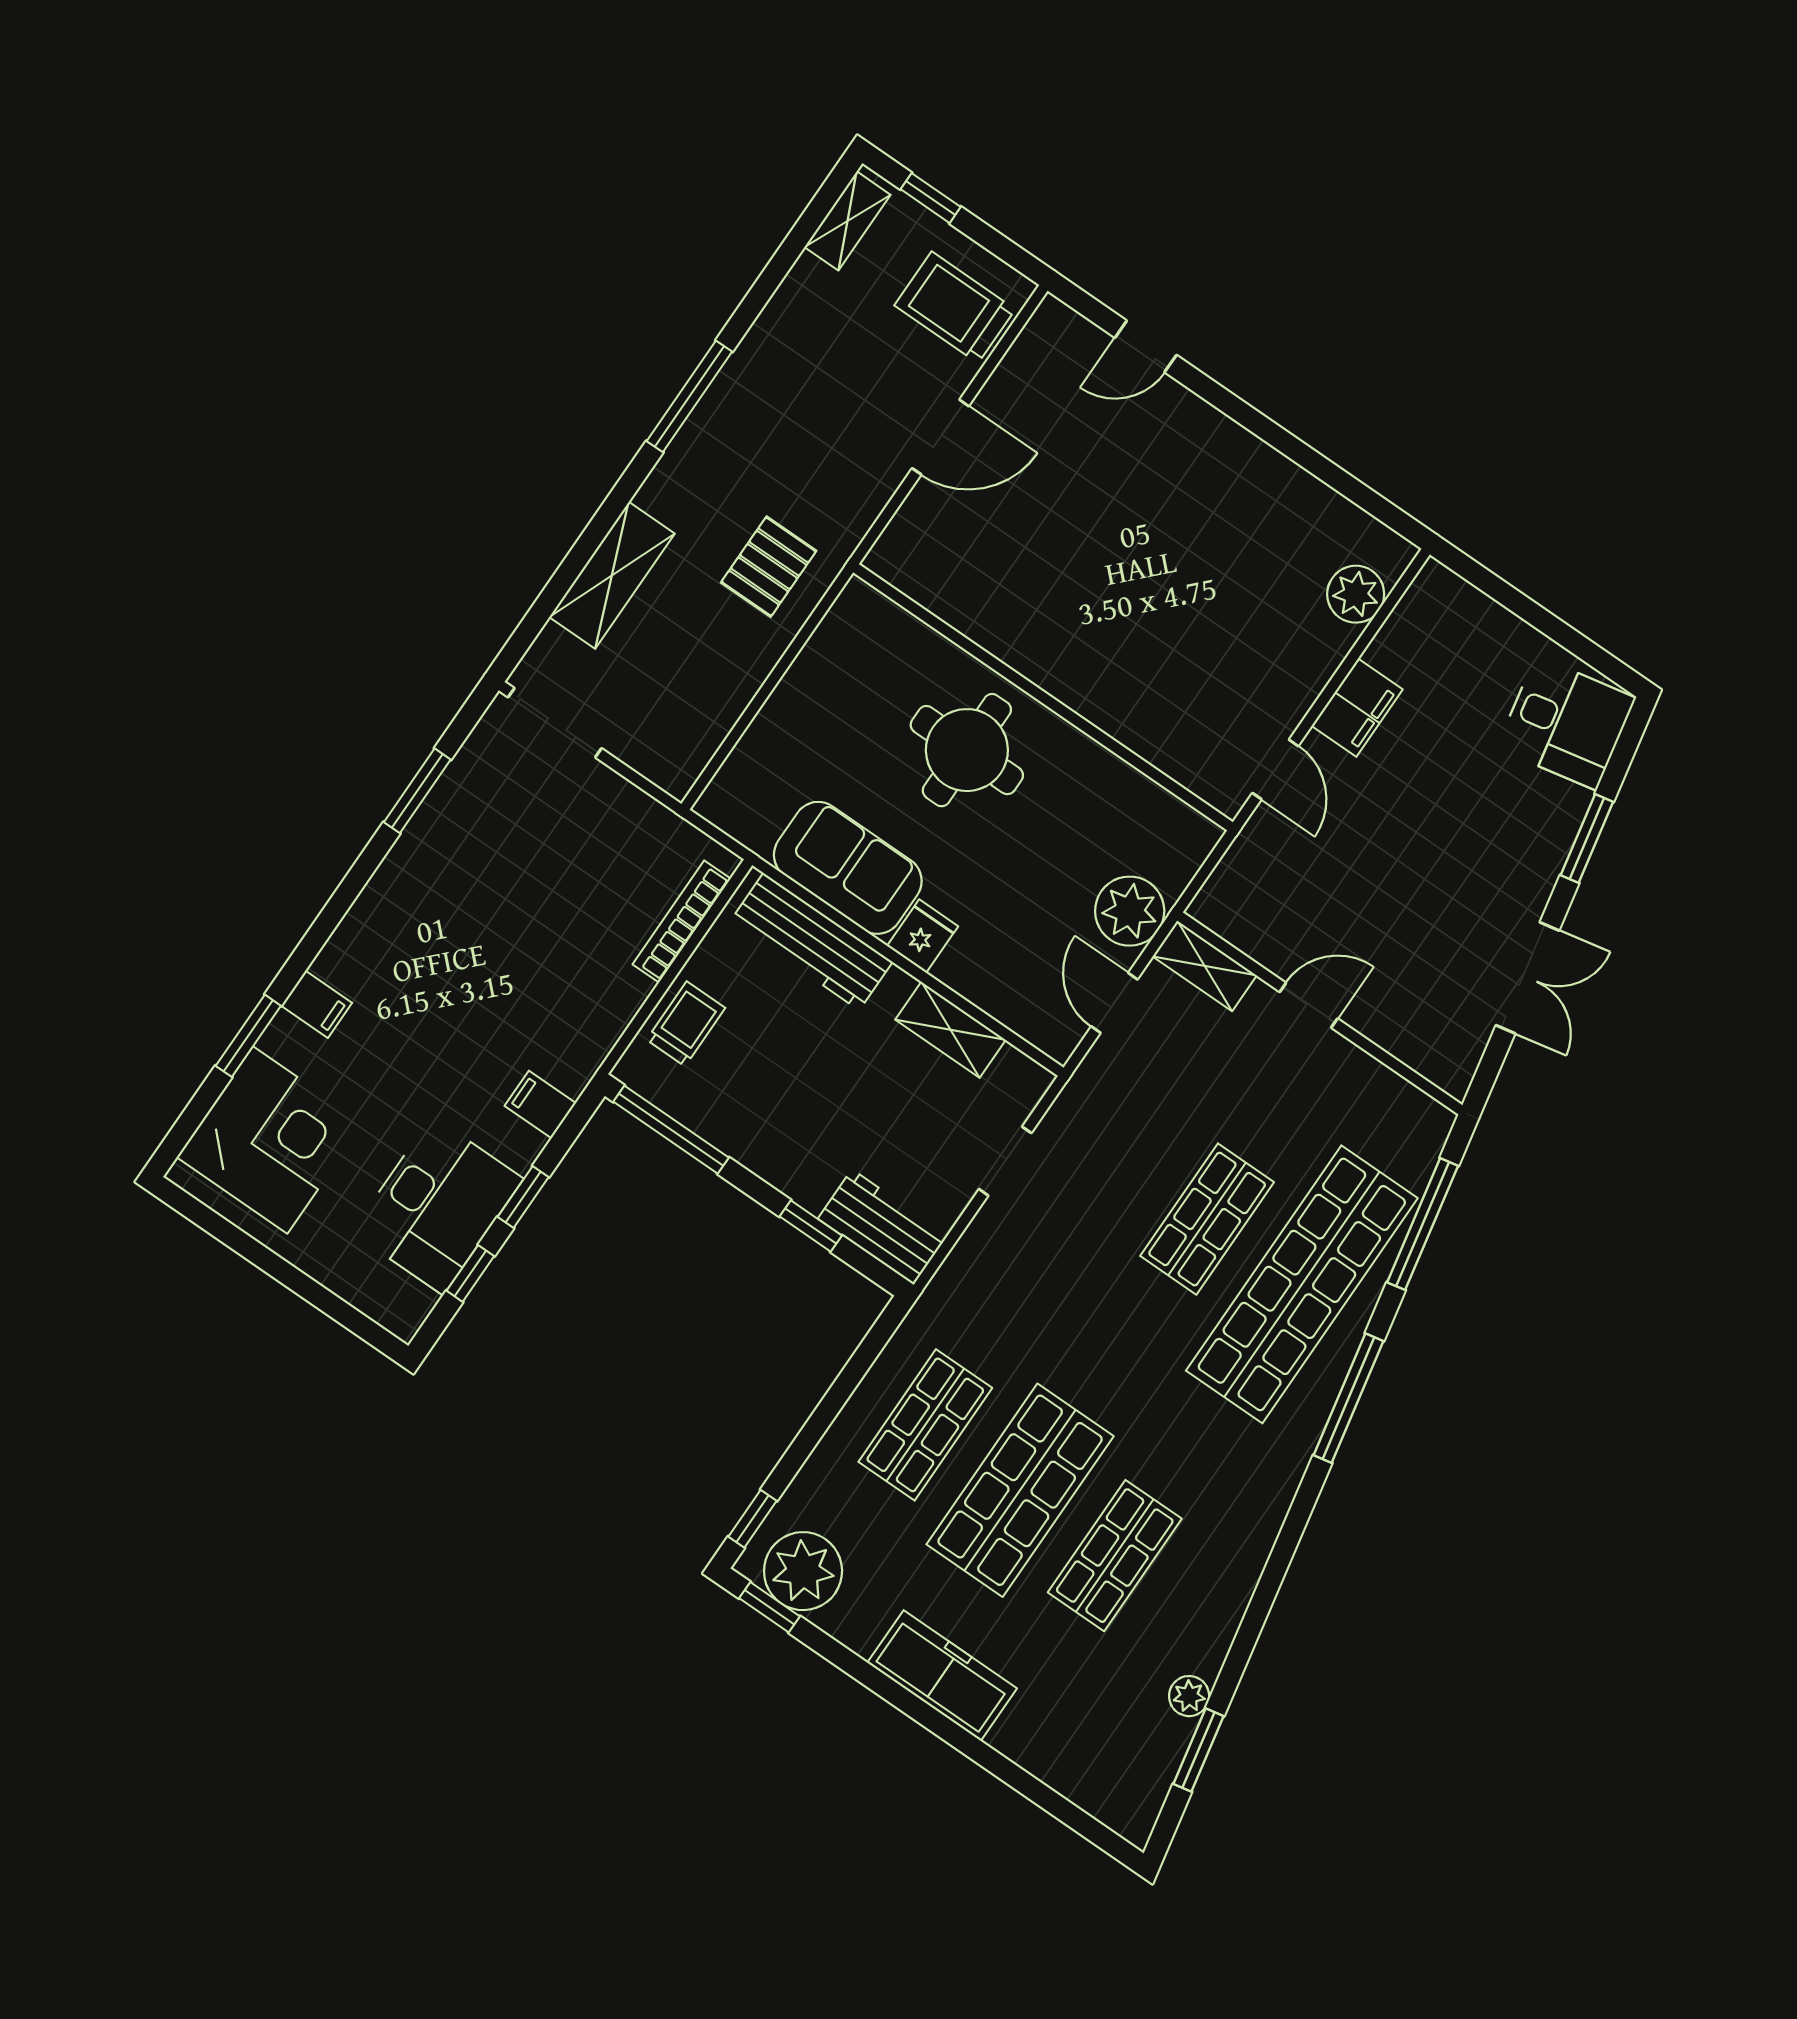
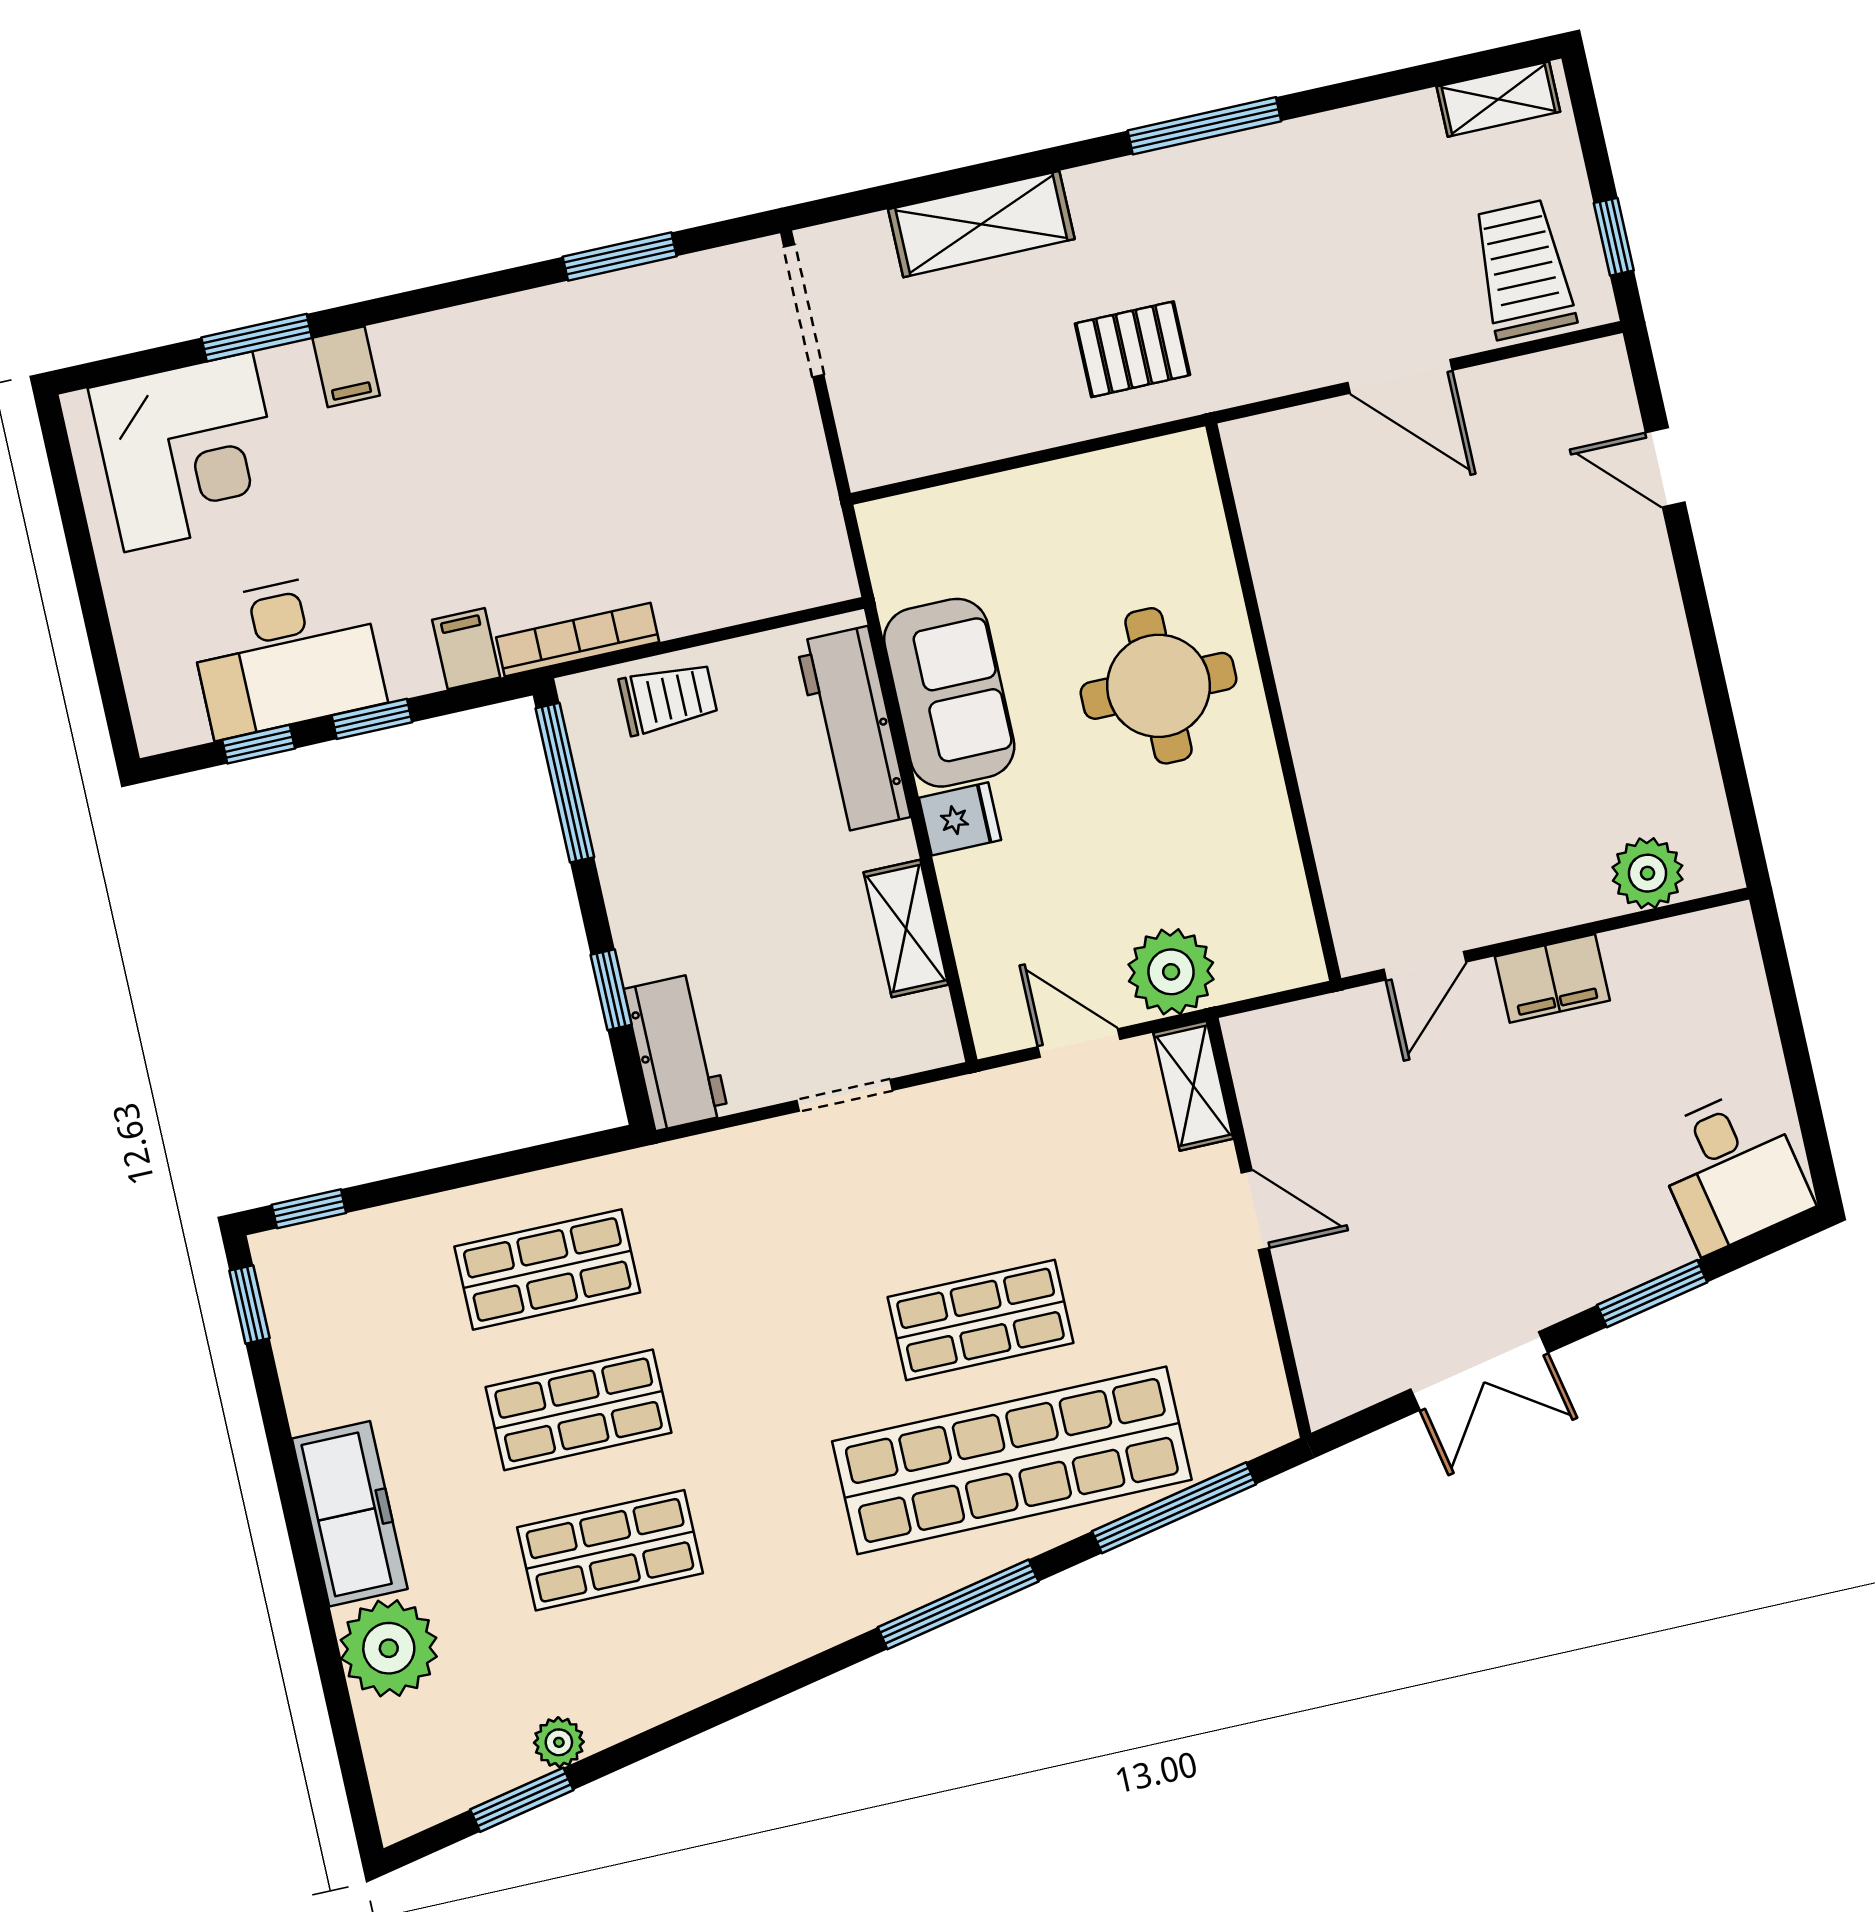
window: (931, 198) -> (1614, 237), moved
bookcase: (682, 922) -> (578, 640), moved
door: (1114, 1003) -> (1079, 1043), hinge flipped
shop shelf: (1020, 1490) -> (579, 1410), width x0.70, depth x0.74
plant: (803, 1571) -> (389, 1648), moved

